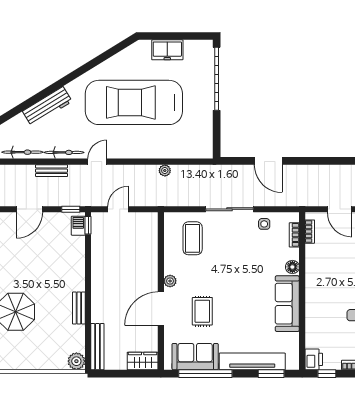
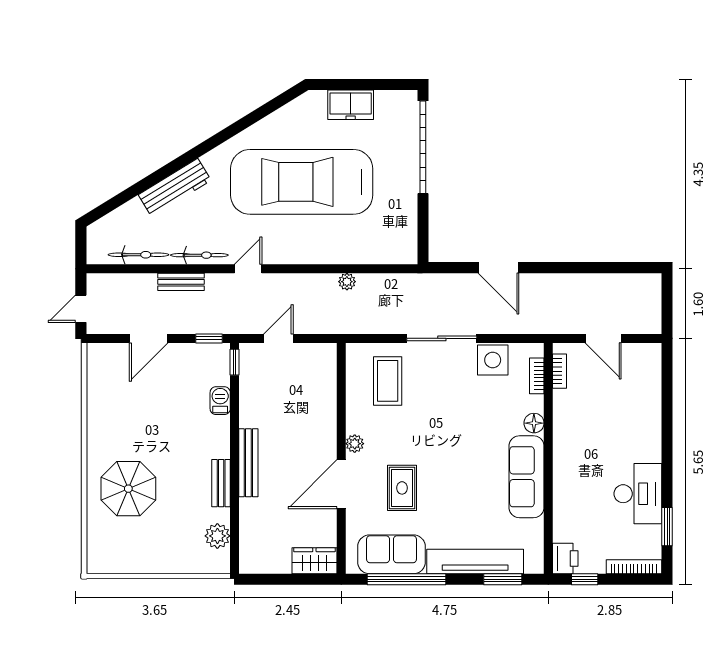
side table: (264, 224) -> (493, 360), width x1.87, depth x1.87
barbecue: (78, 226) -> (220, 401), moved
bench: (97, 347) -> (248, 463), moved
plant: (76, 361) -> (217, 536), moved

